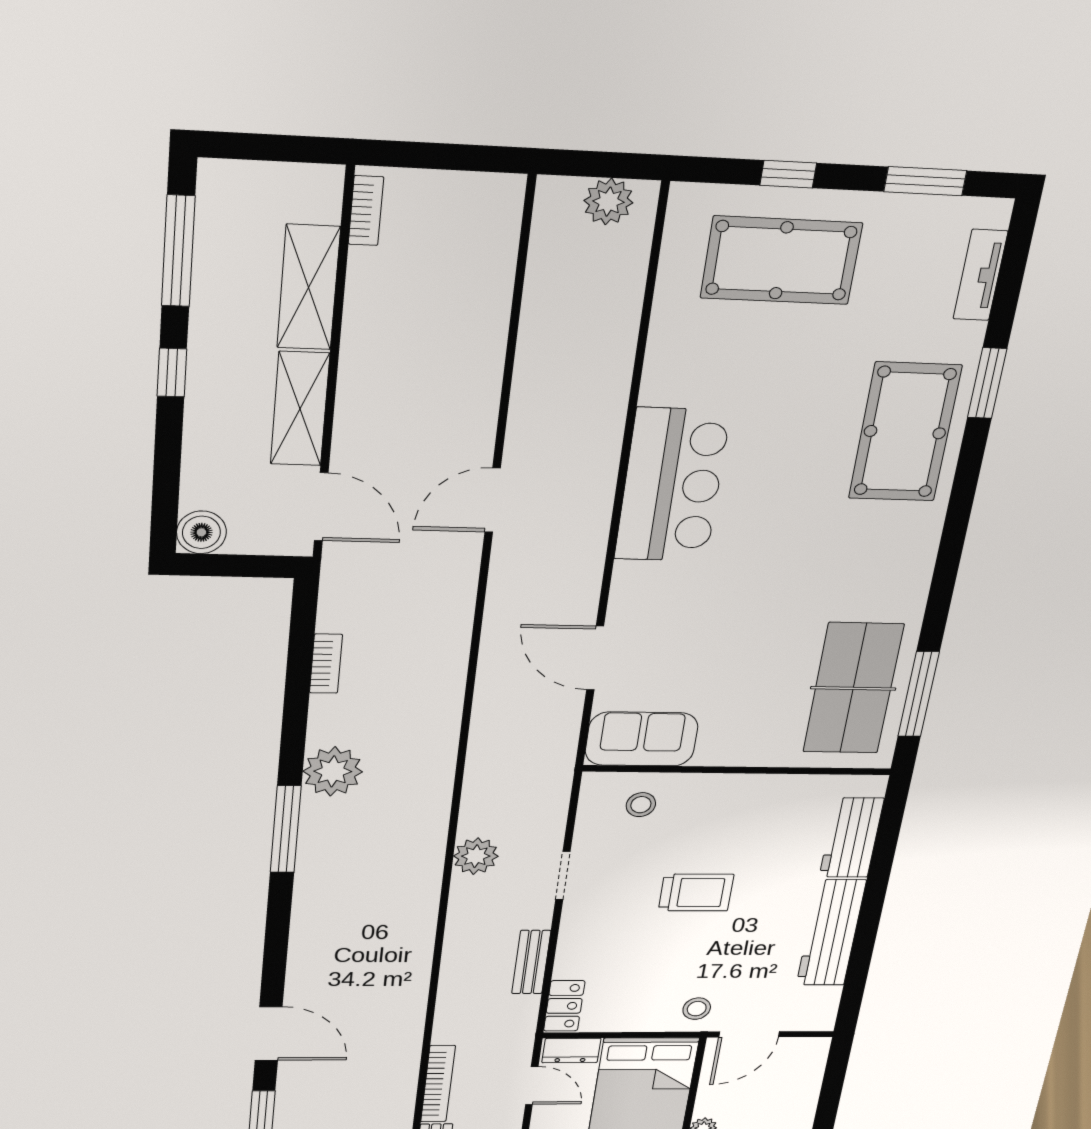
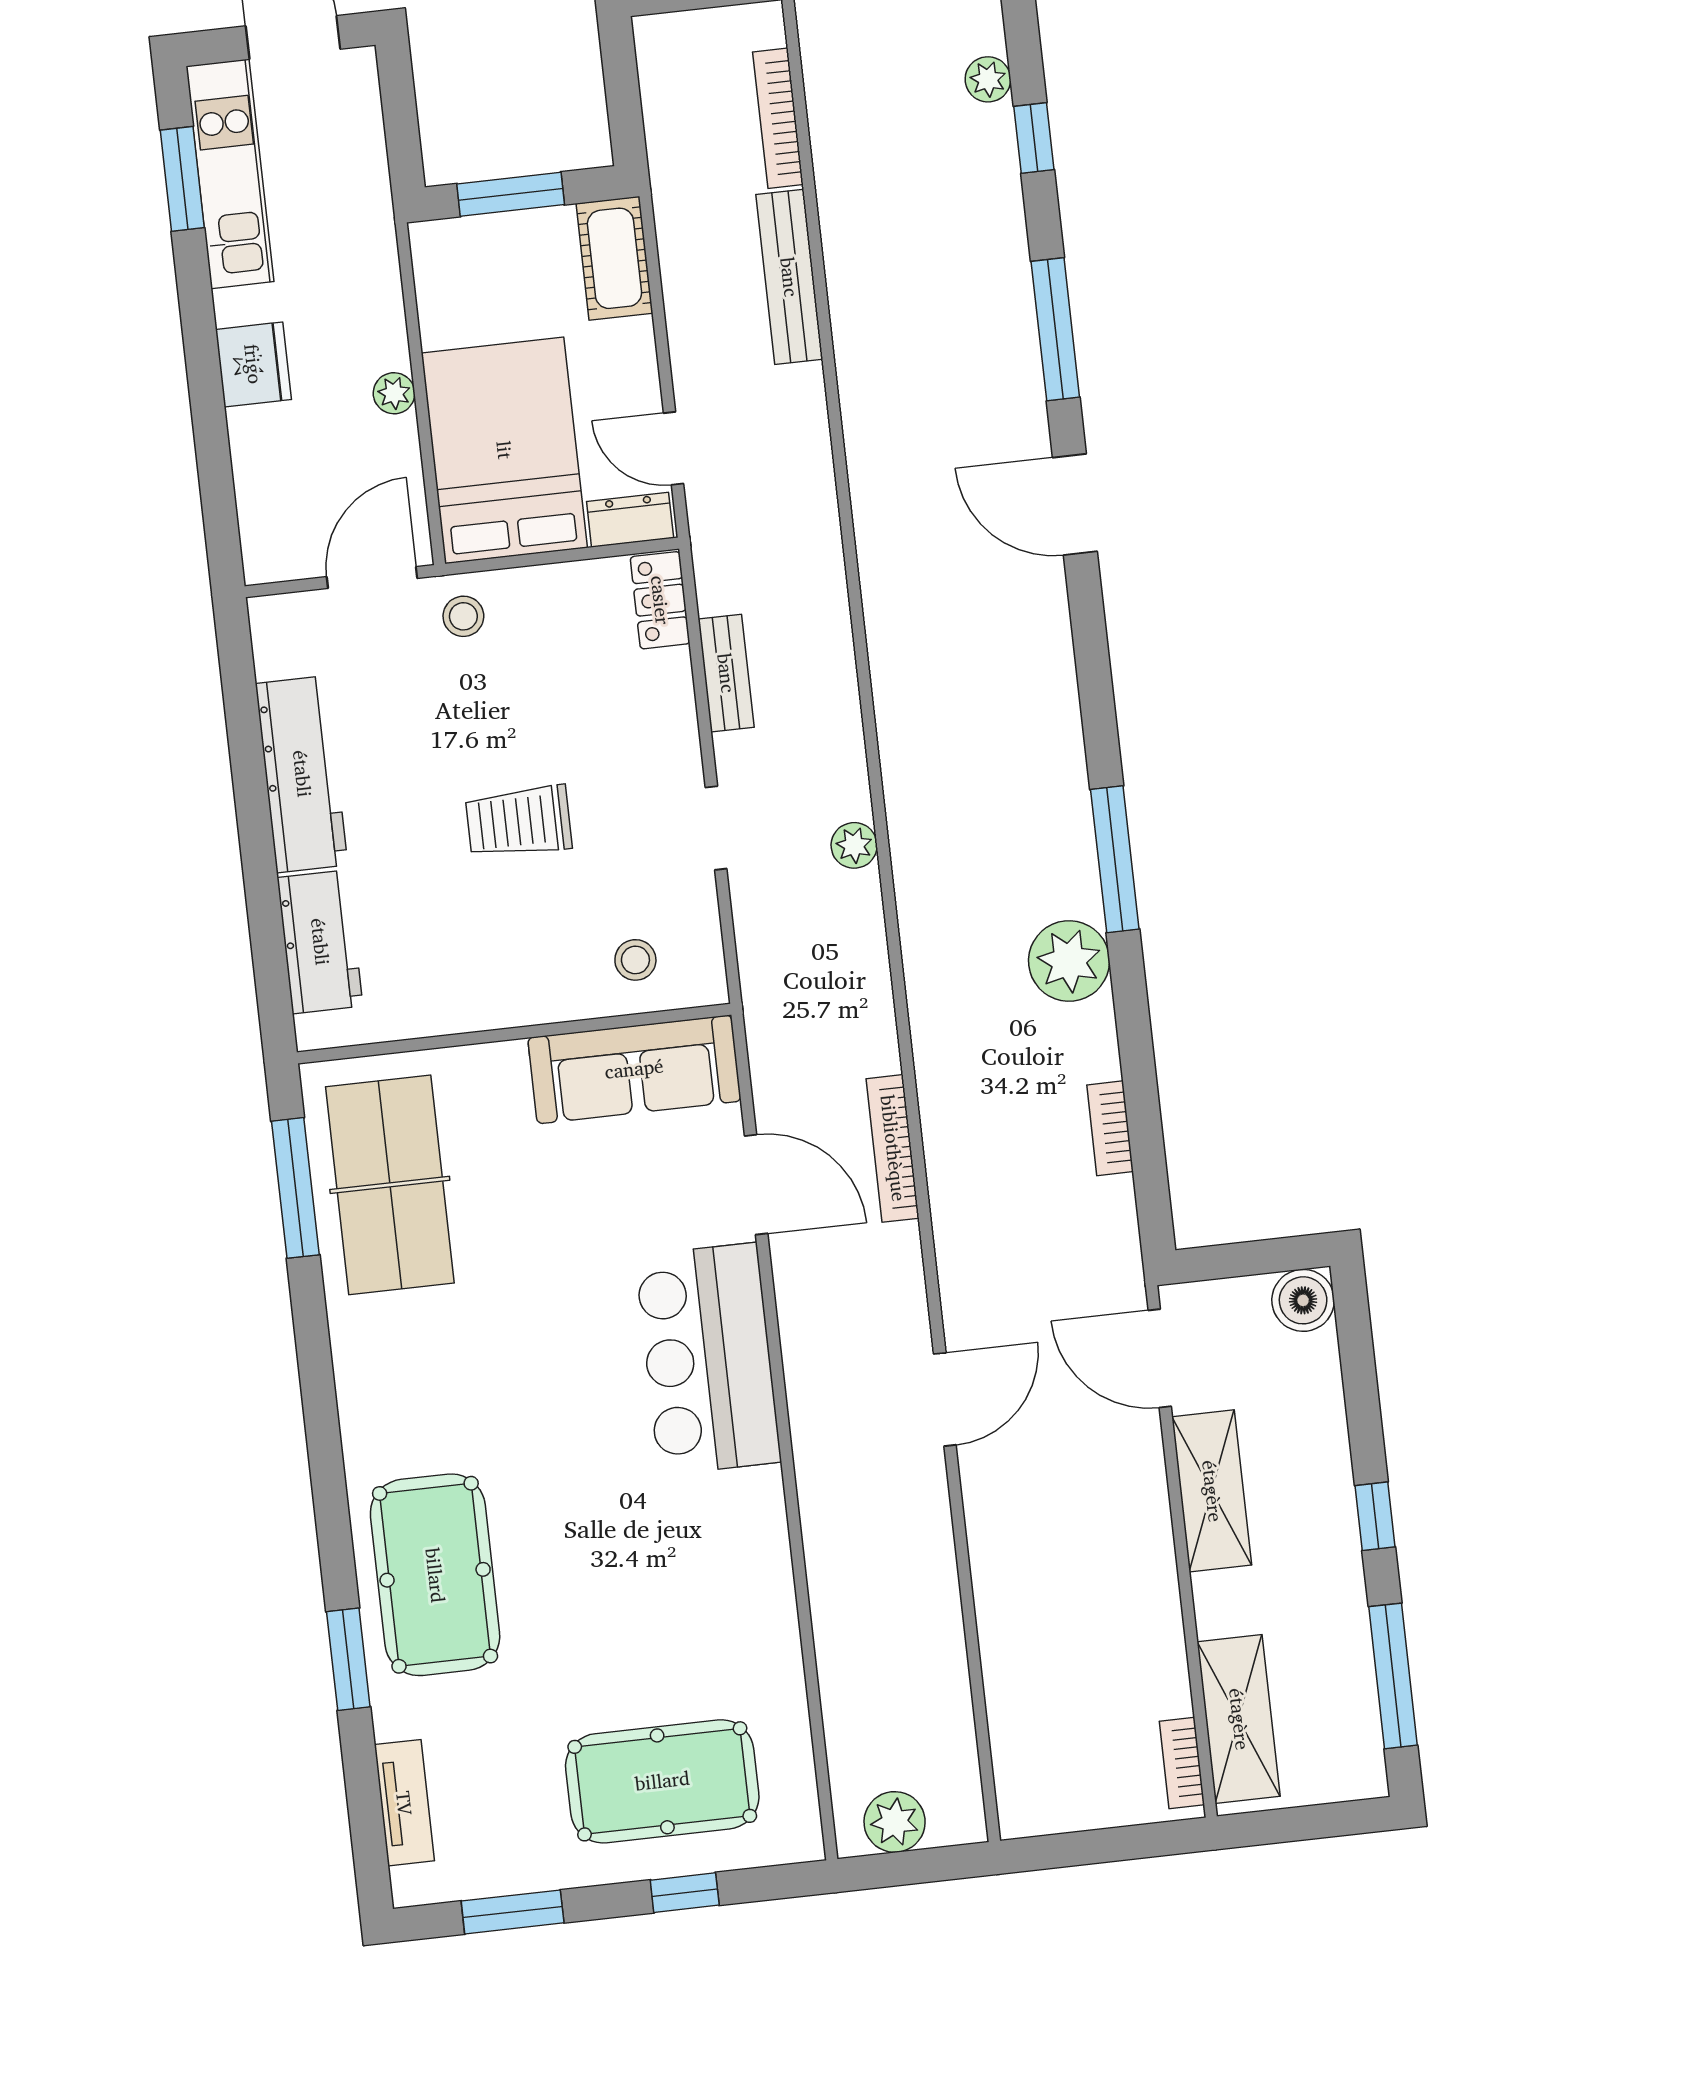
shelving: (308, 287) -> (1239, 1719), moved
bar counter: (672, 485) -> (708, 1359), moved
sofa: (642, 739) -> (634, 1069), width x1.36
plant: (476, 856) -> (854, 845), width x0.73, depth x0.73
bookcase: (438, 1084) -> (893, 1148), moved

